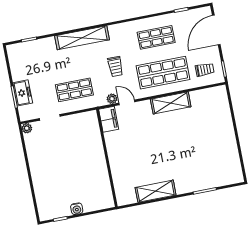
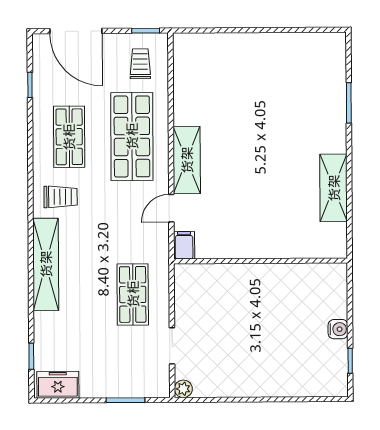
trolley: (115, 66) -> (61, 197), moved
freezer: (23, 93) -> (58, 385), moved
plant: (112, 99) -> (160, 233), removed
shelving: (171, 103) -> (187, 160), moved
filing cabinet: (109, 119) -> (184, 245), width x0.50

